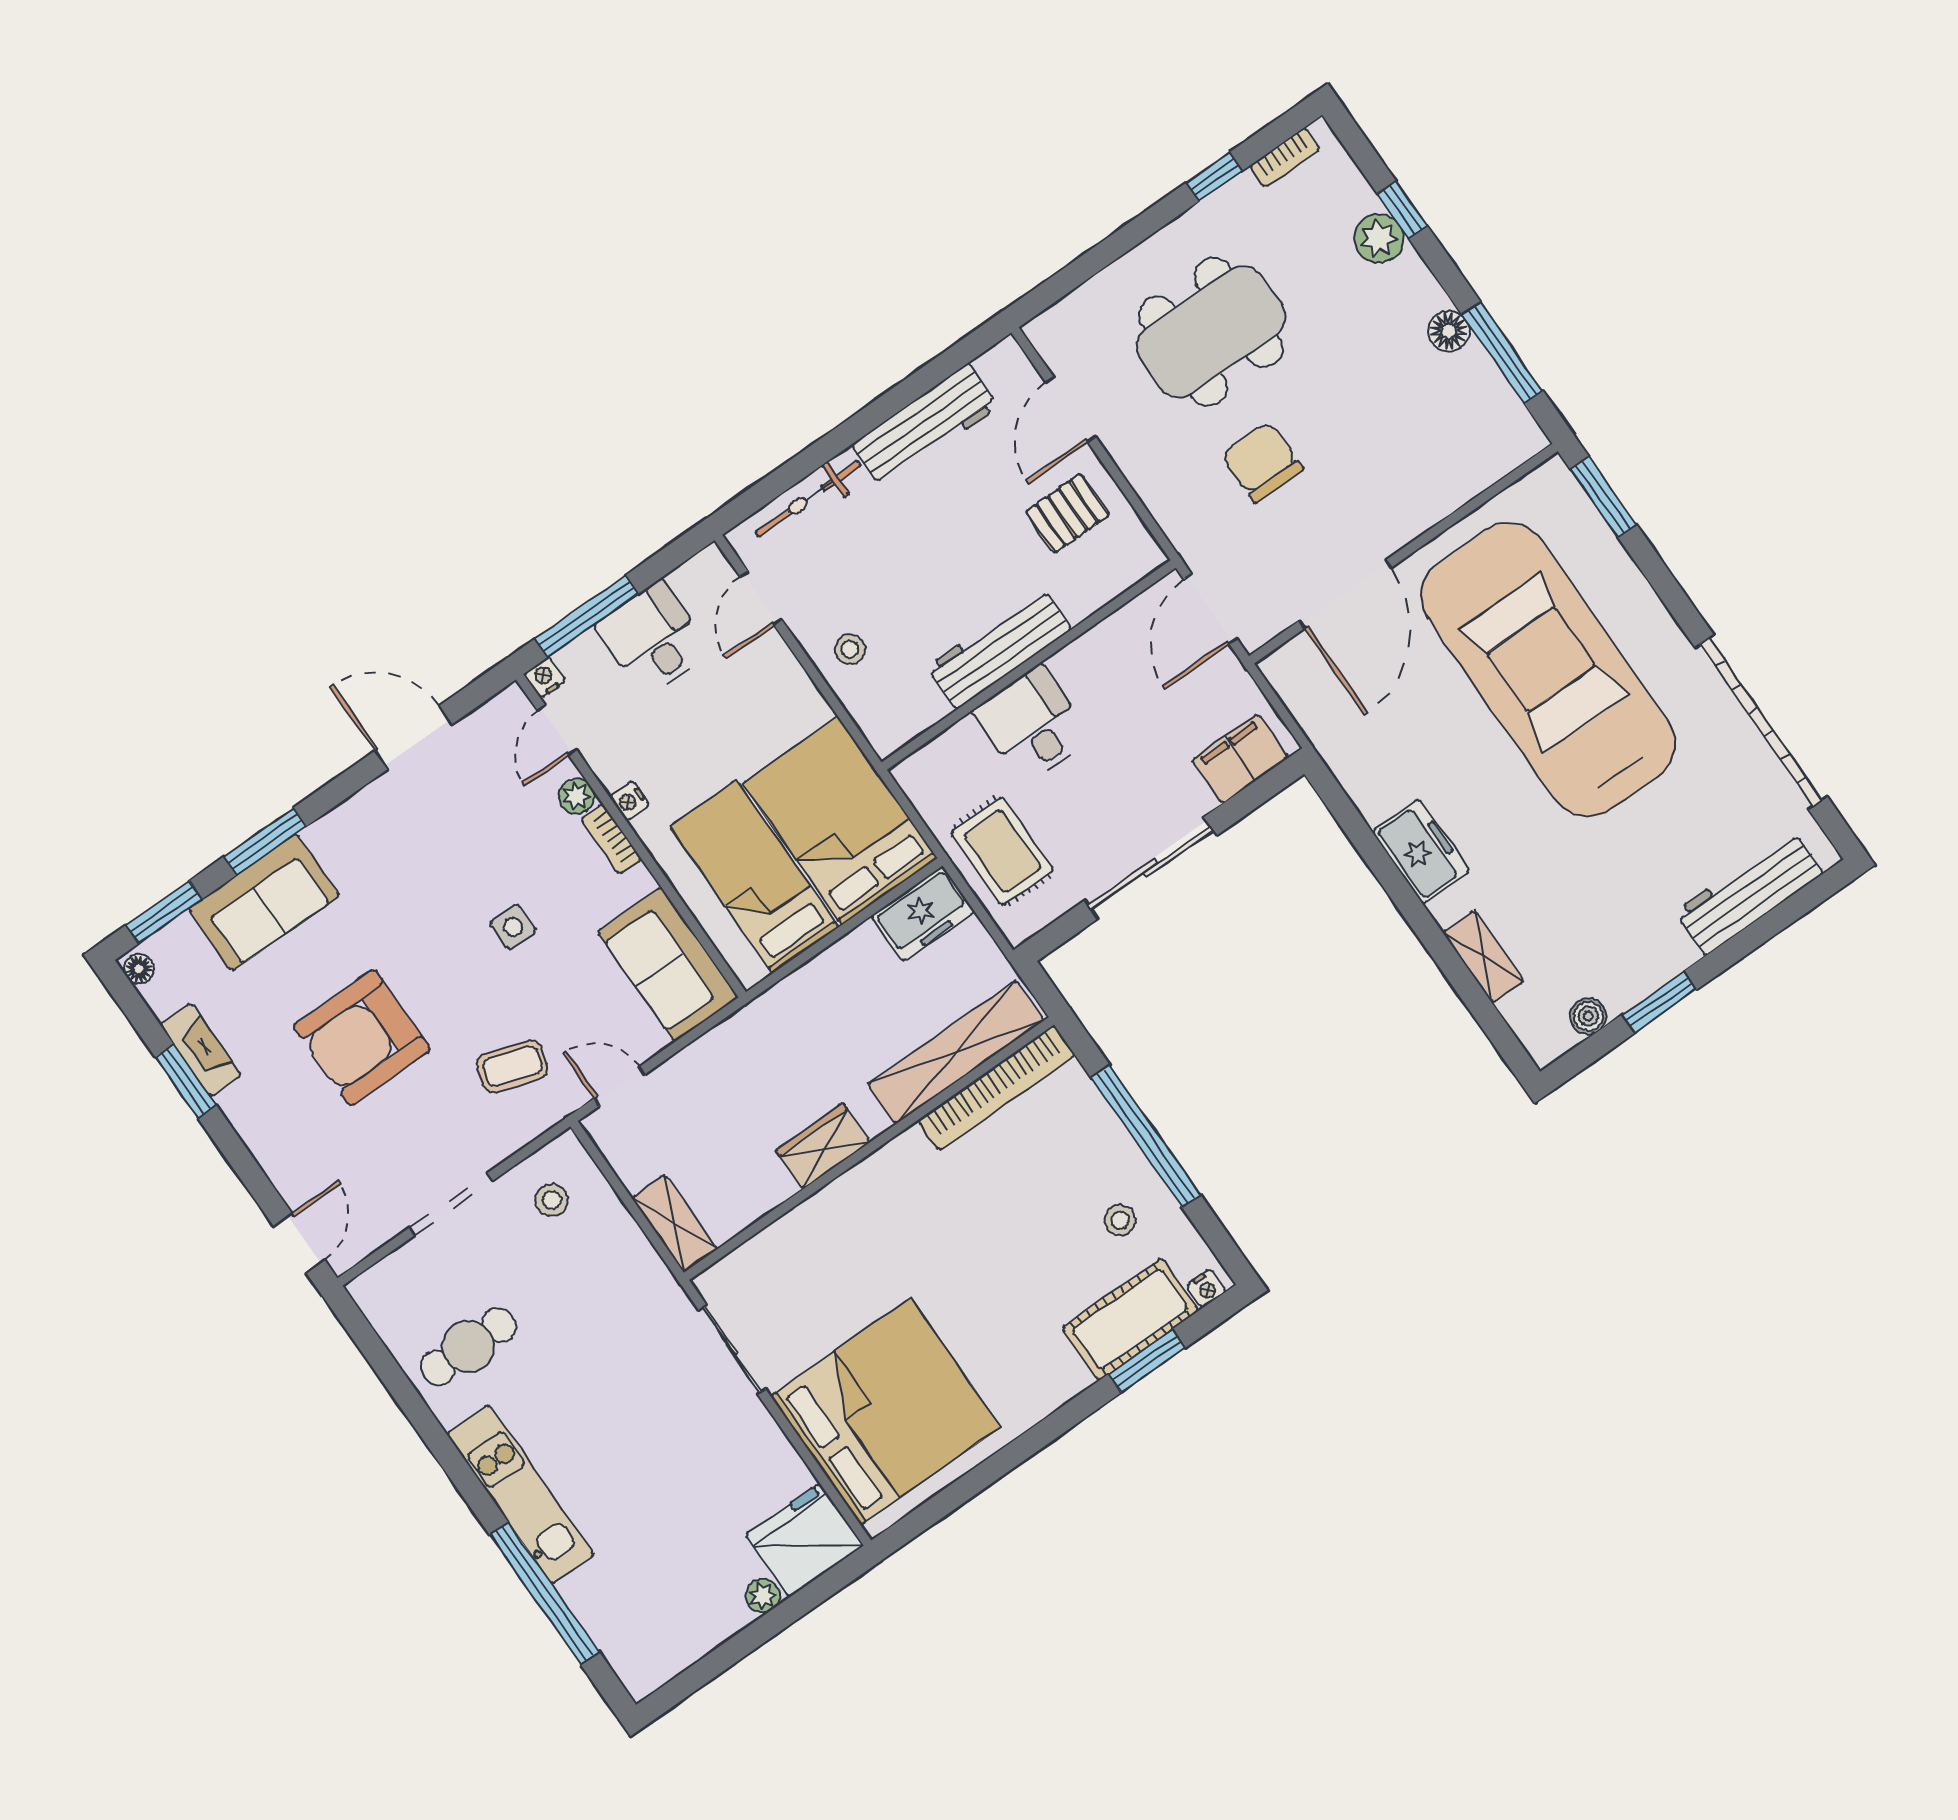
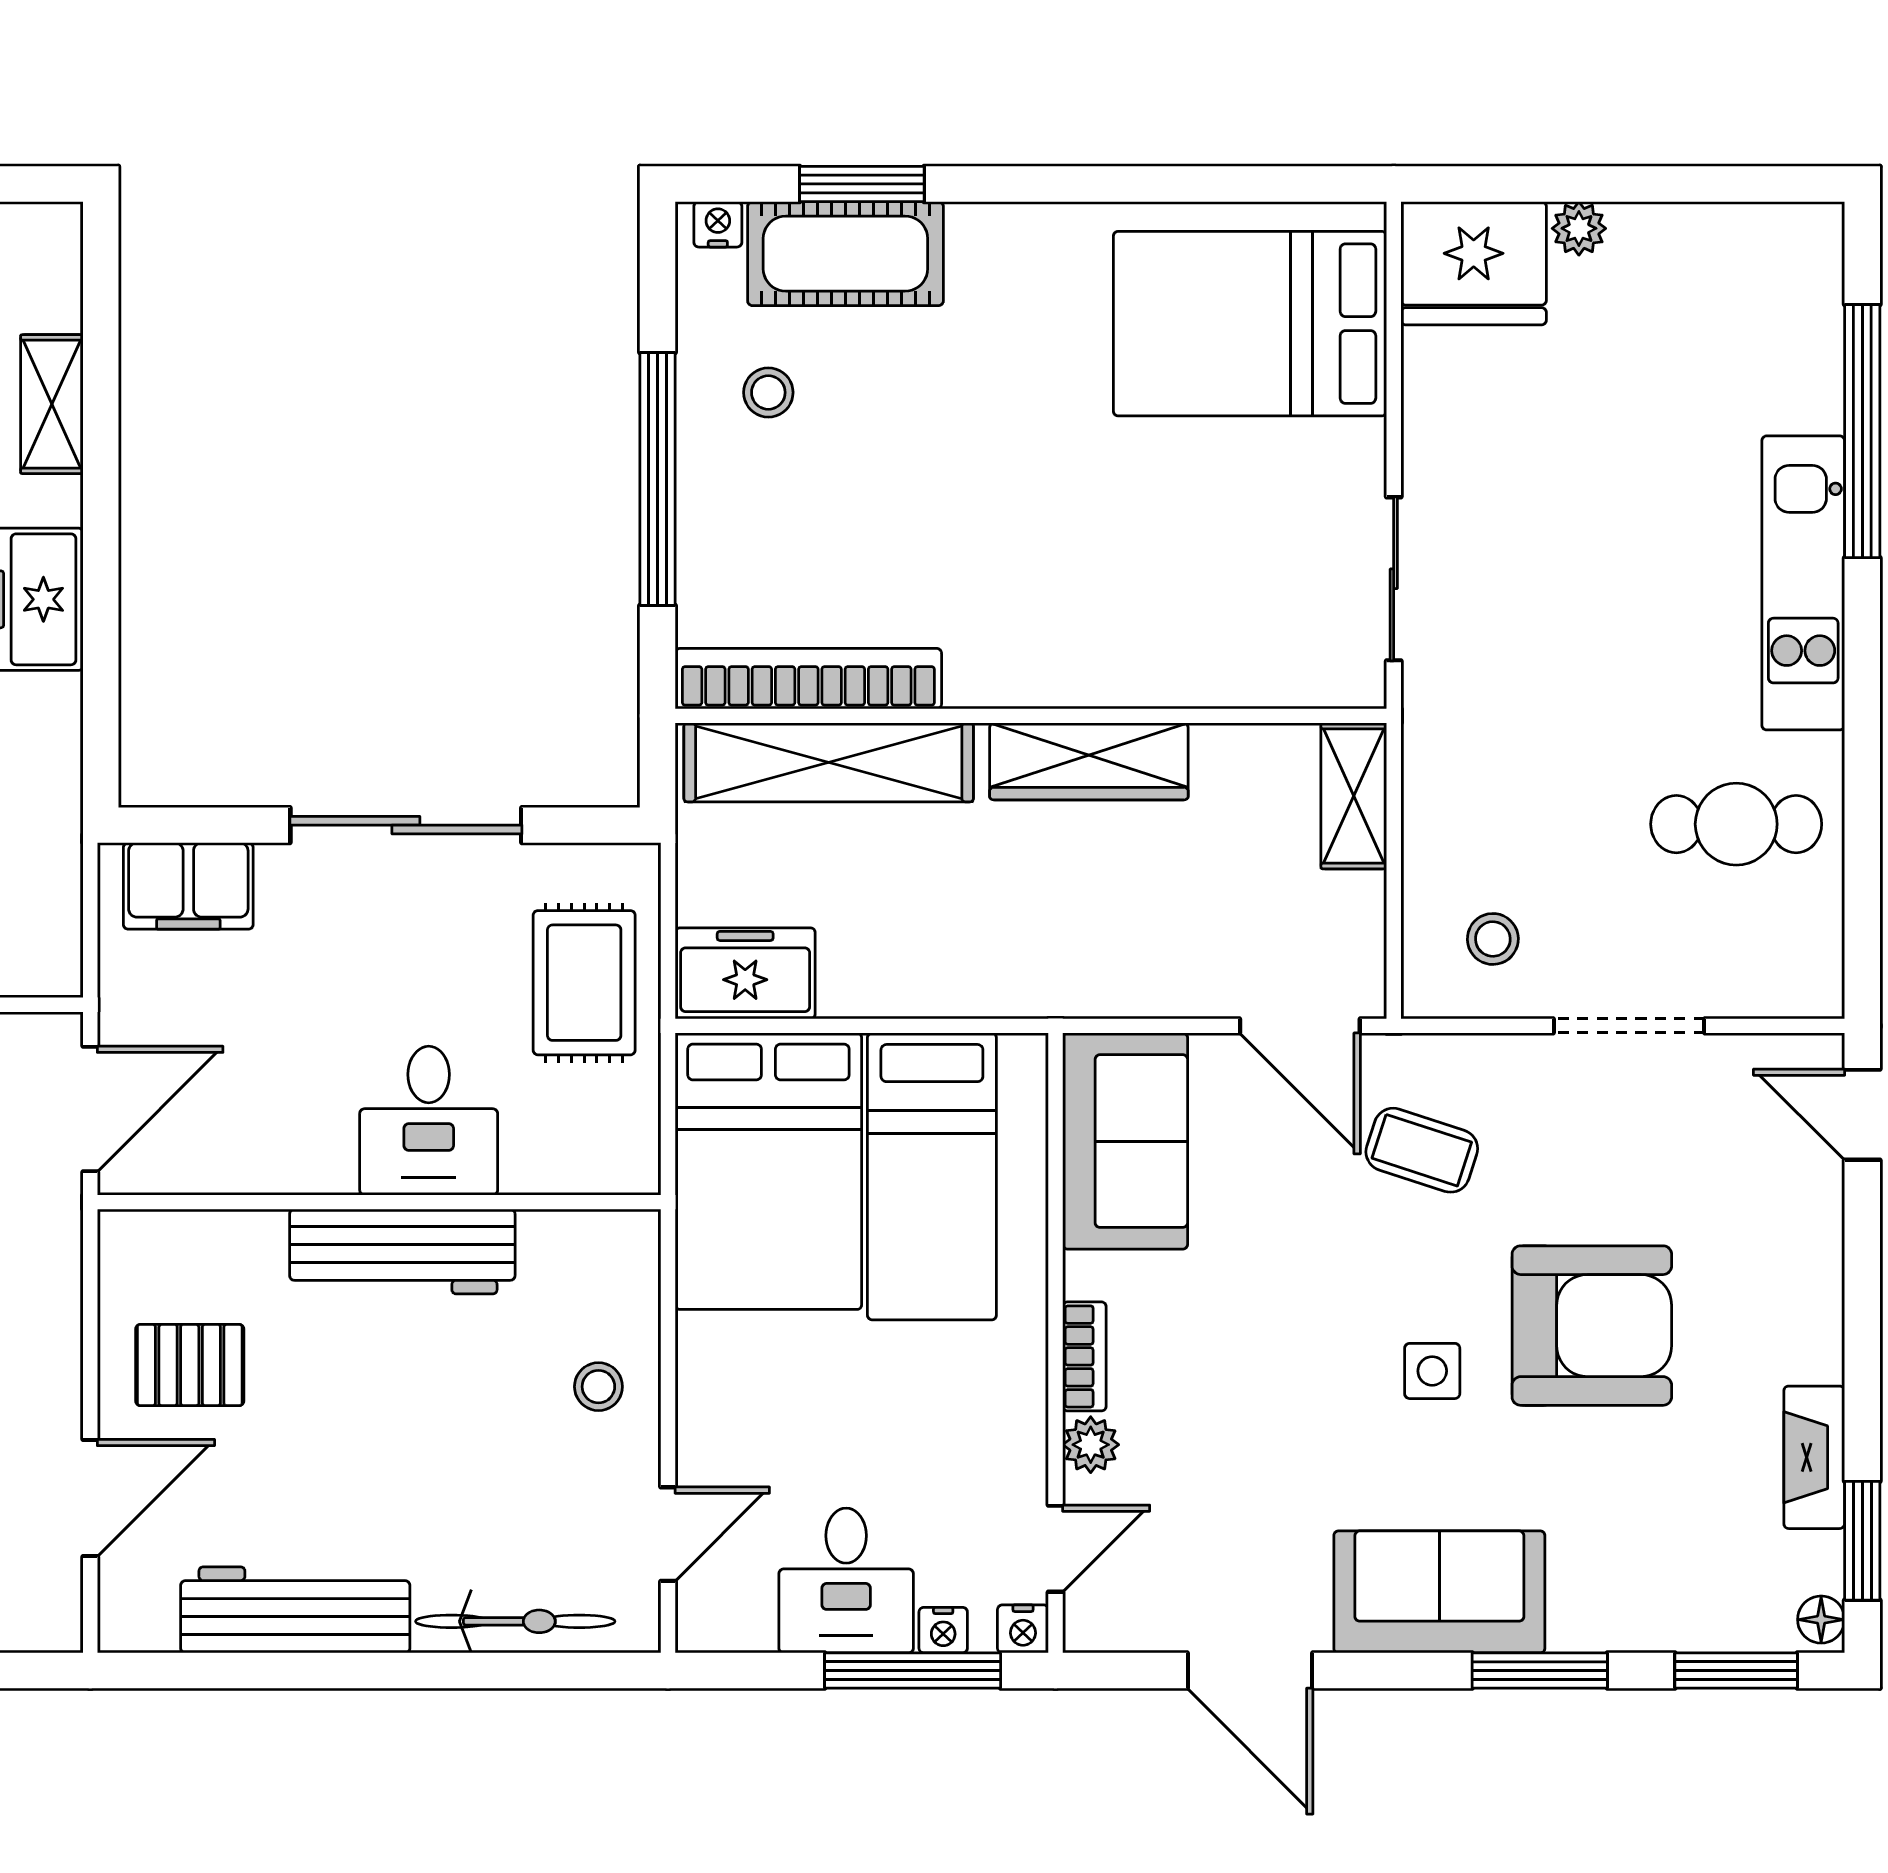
nightstand: (629, 801) -> (943, 1630), moved, turned 90
sofa: (264, 902) -> (1439, 1592), moved
side table: (513, 927) -> (1432, 1371), moved
window: (186, 1081) -> (1862, 1541), moved
door: (619, 1086) -> (1300, 1026), width x1.38
wardrobe: (823, 1146) -> (1089, 761), width x1.50
door: (299, 1243) -> (1862, 1115), hinge flipped
bed: (885, 1412) -> (1250, 324), width x0.73

